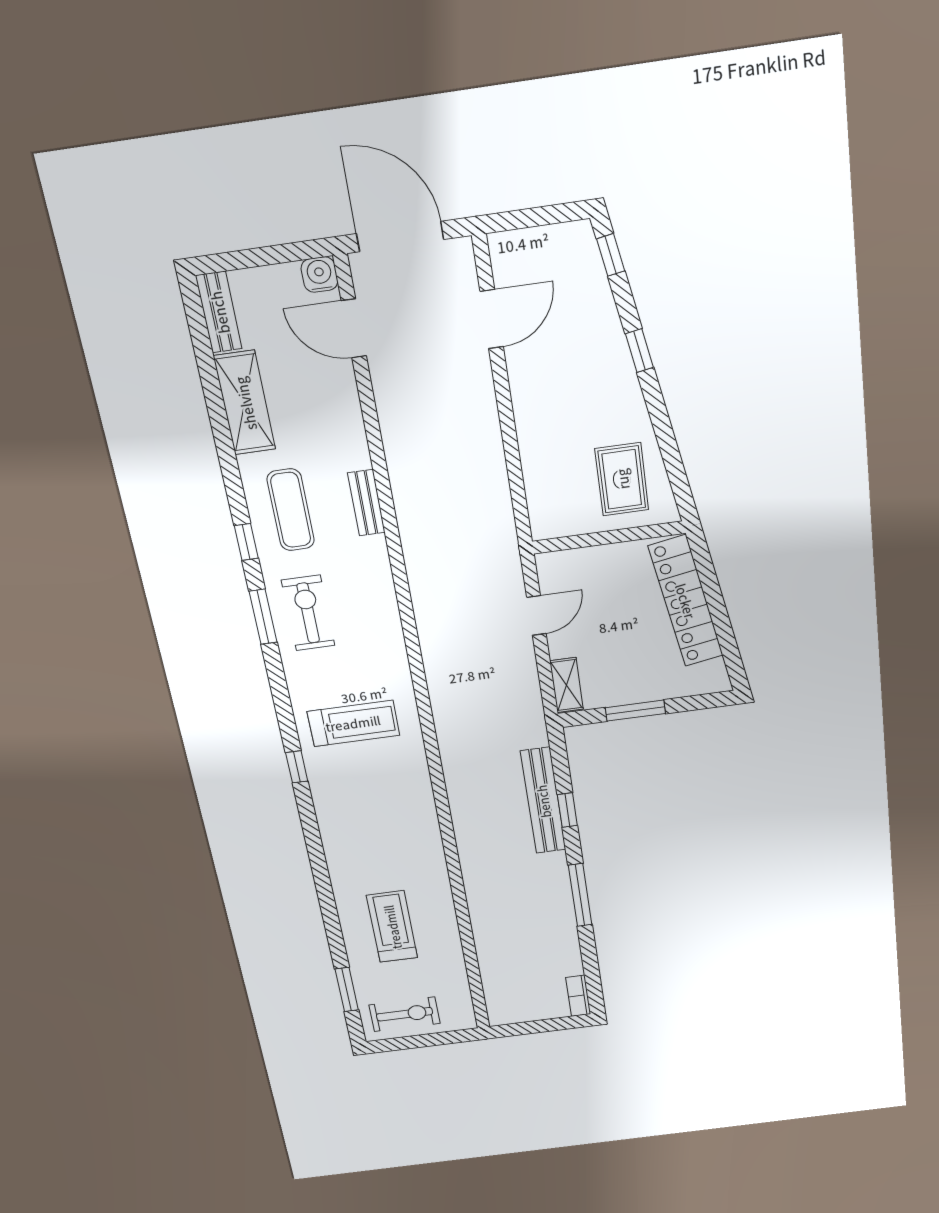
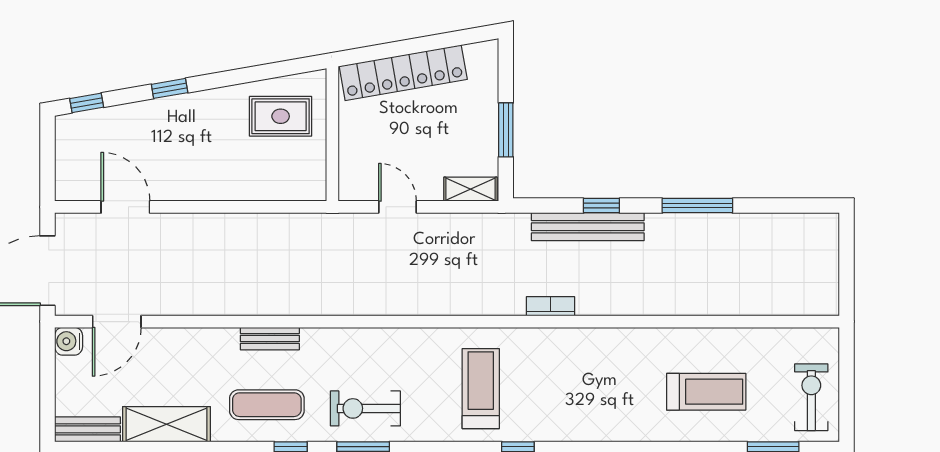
treadmill: (392, 927) -> (706, 392), turned 180
bookcase: (578, 996) -> (550, 306), moved, turned 180

